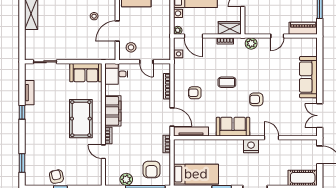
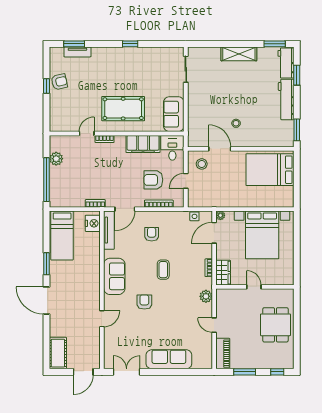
tv unit: (29, 93) -> (77, 52), moved
filing cabinet: (113, 111) -> (143, 144), moved
nightstand: (251, 146) -> (93, 223), moved
armchair: (151, 169) -> (153, 180), moved

